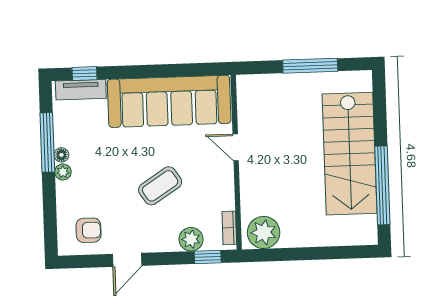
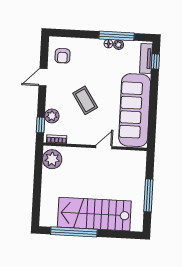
plant: (63, 172) -> (119, 45), moved
door: (127, 260) -> (43, 77), hinge flipped

